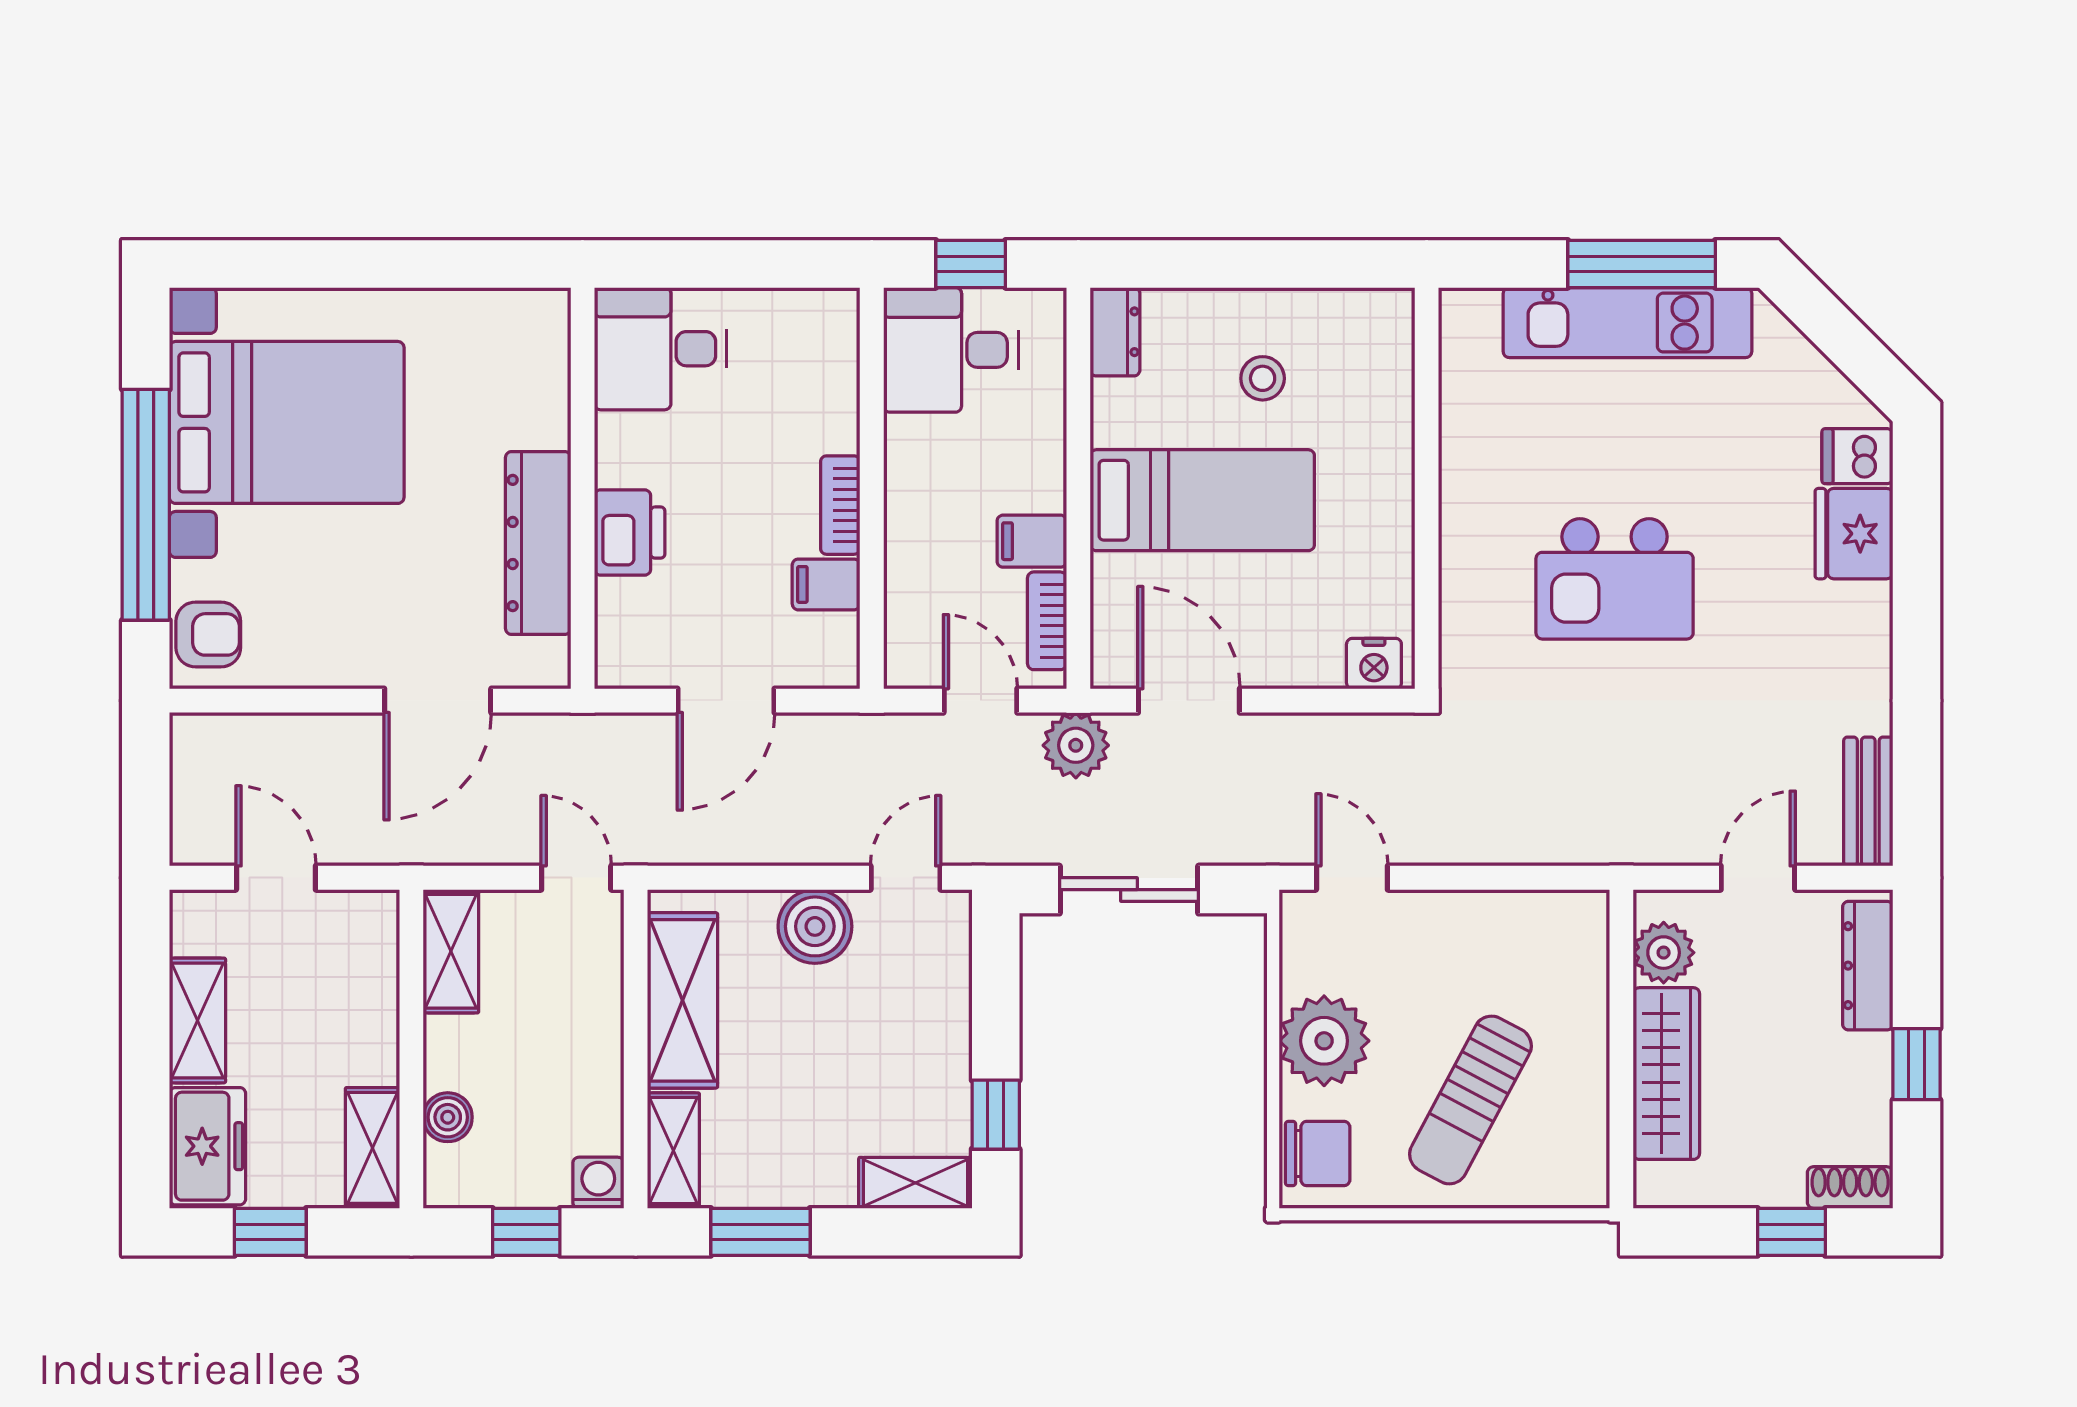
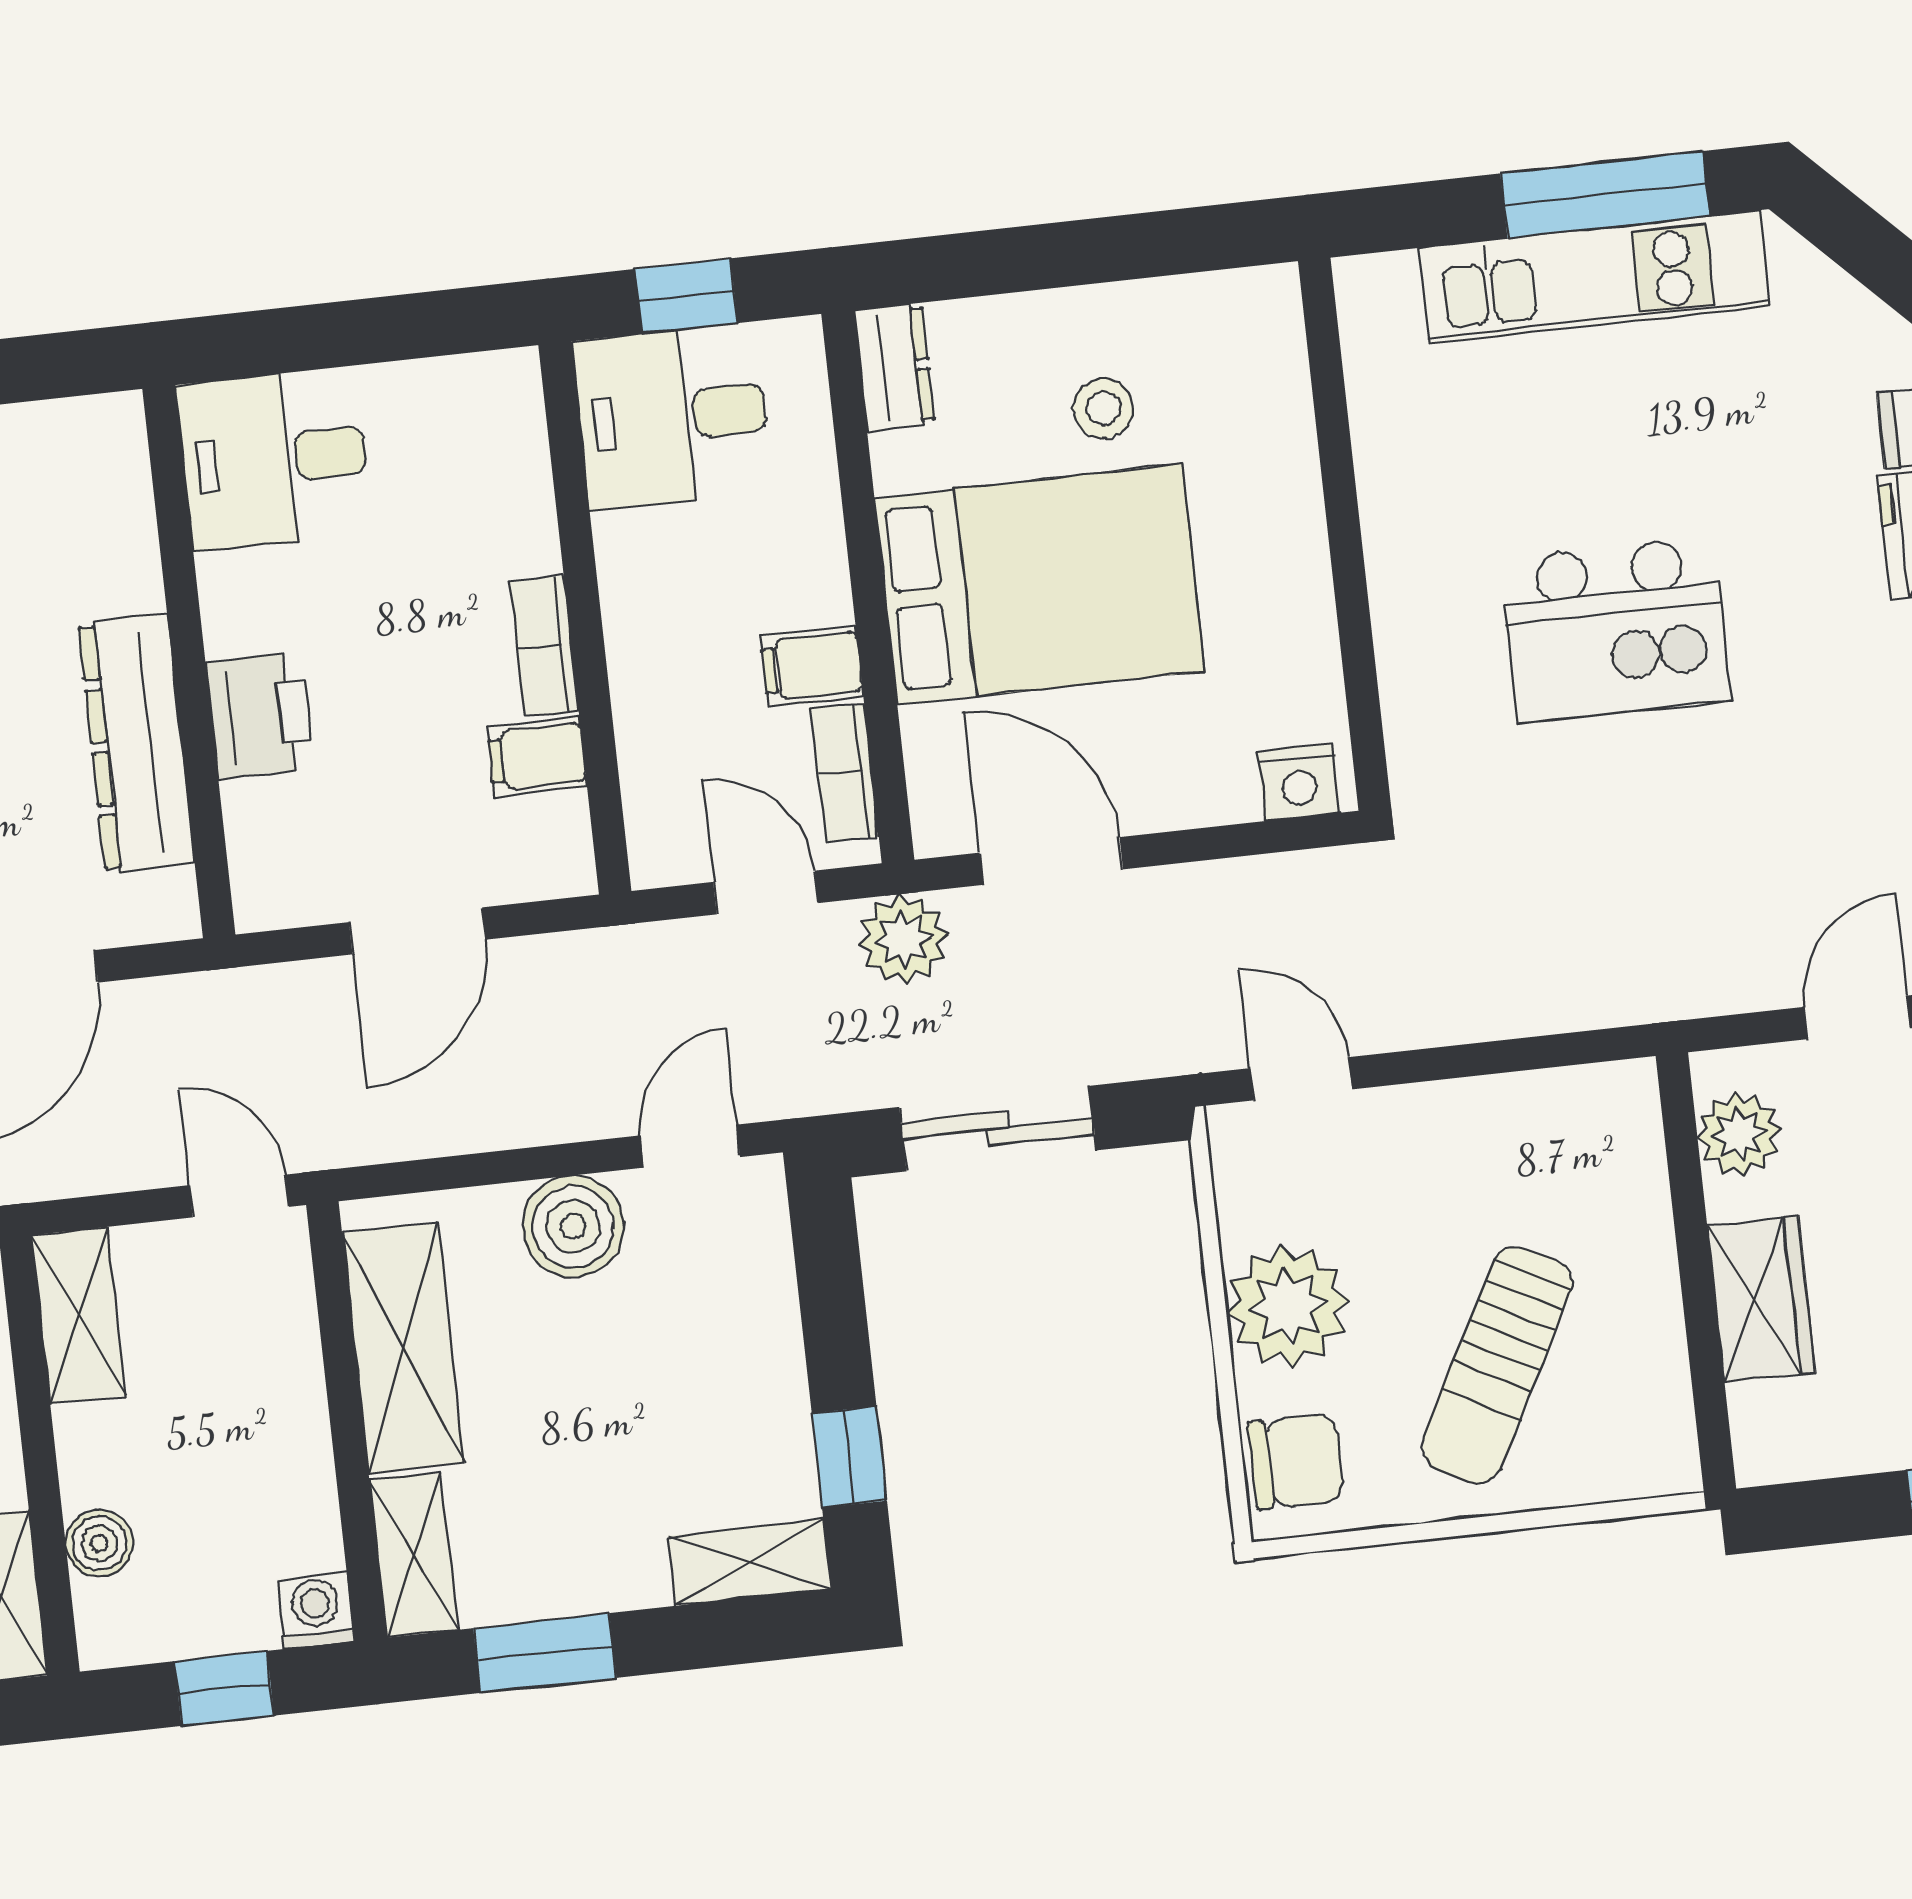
bed: (1202, 500) -> (1039, 584), width x1.50
wardrobe: (1666, 1074) -> (1761, 1299), width x0.67

